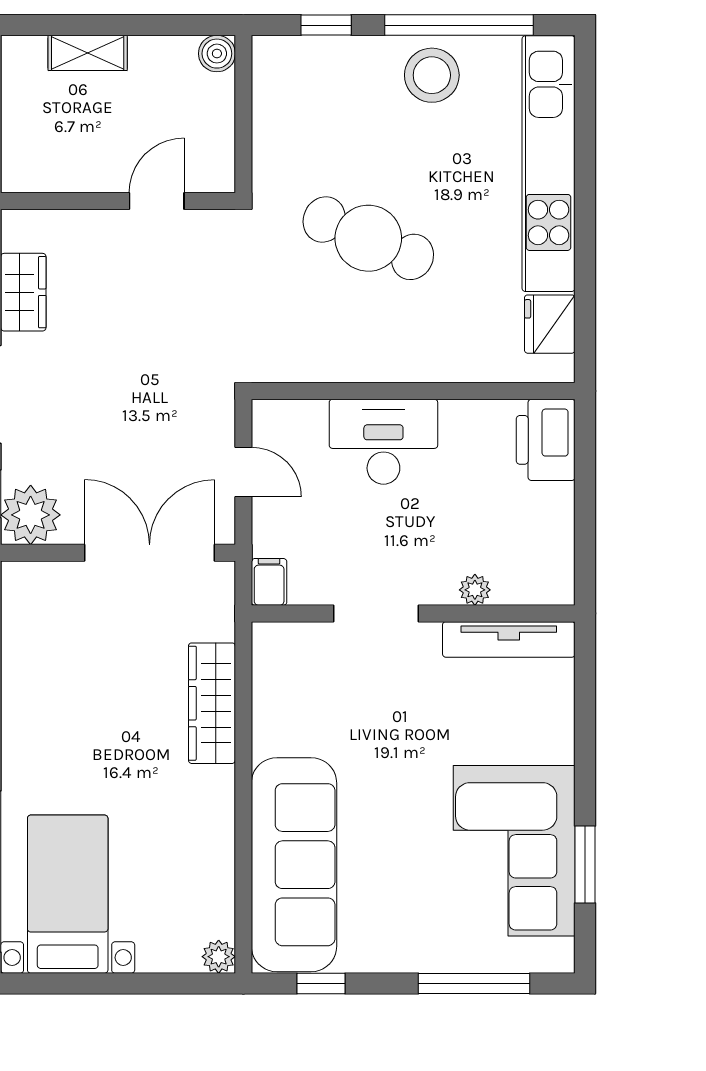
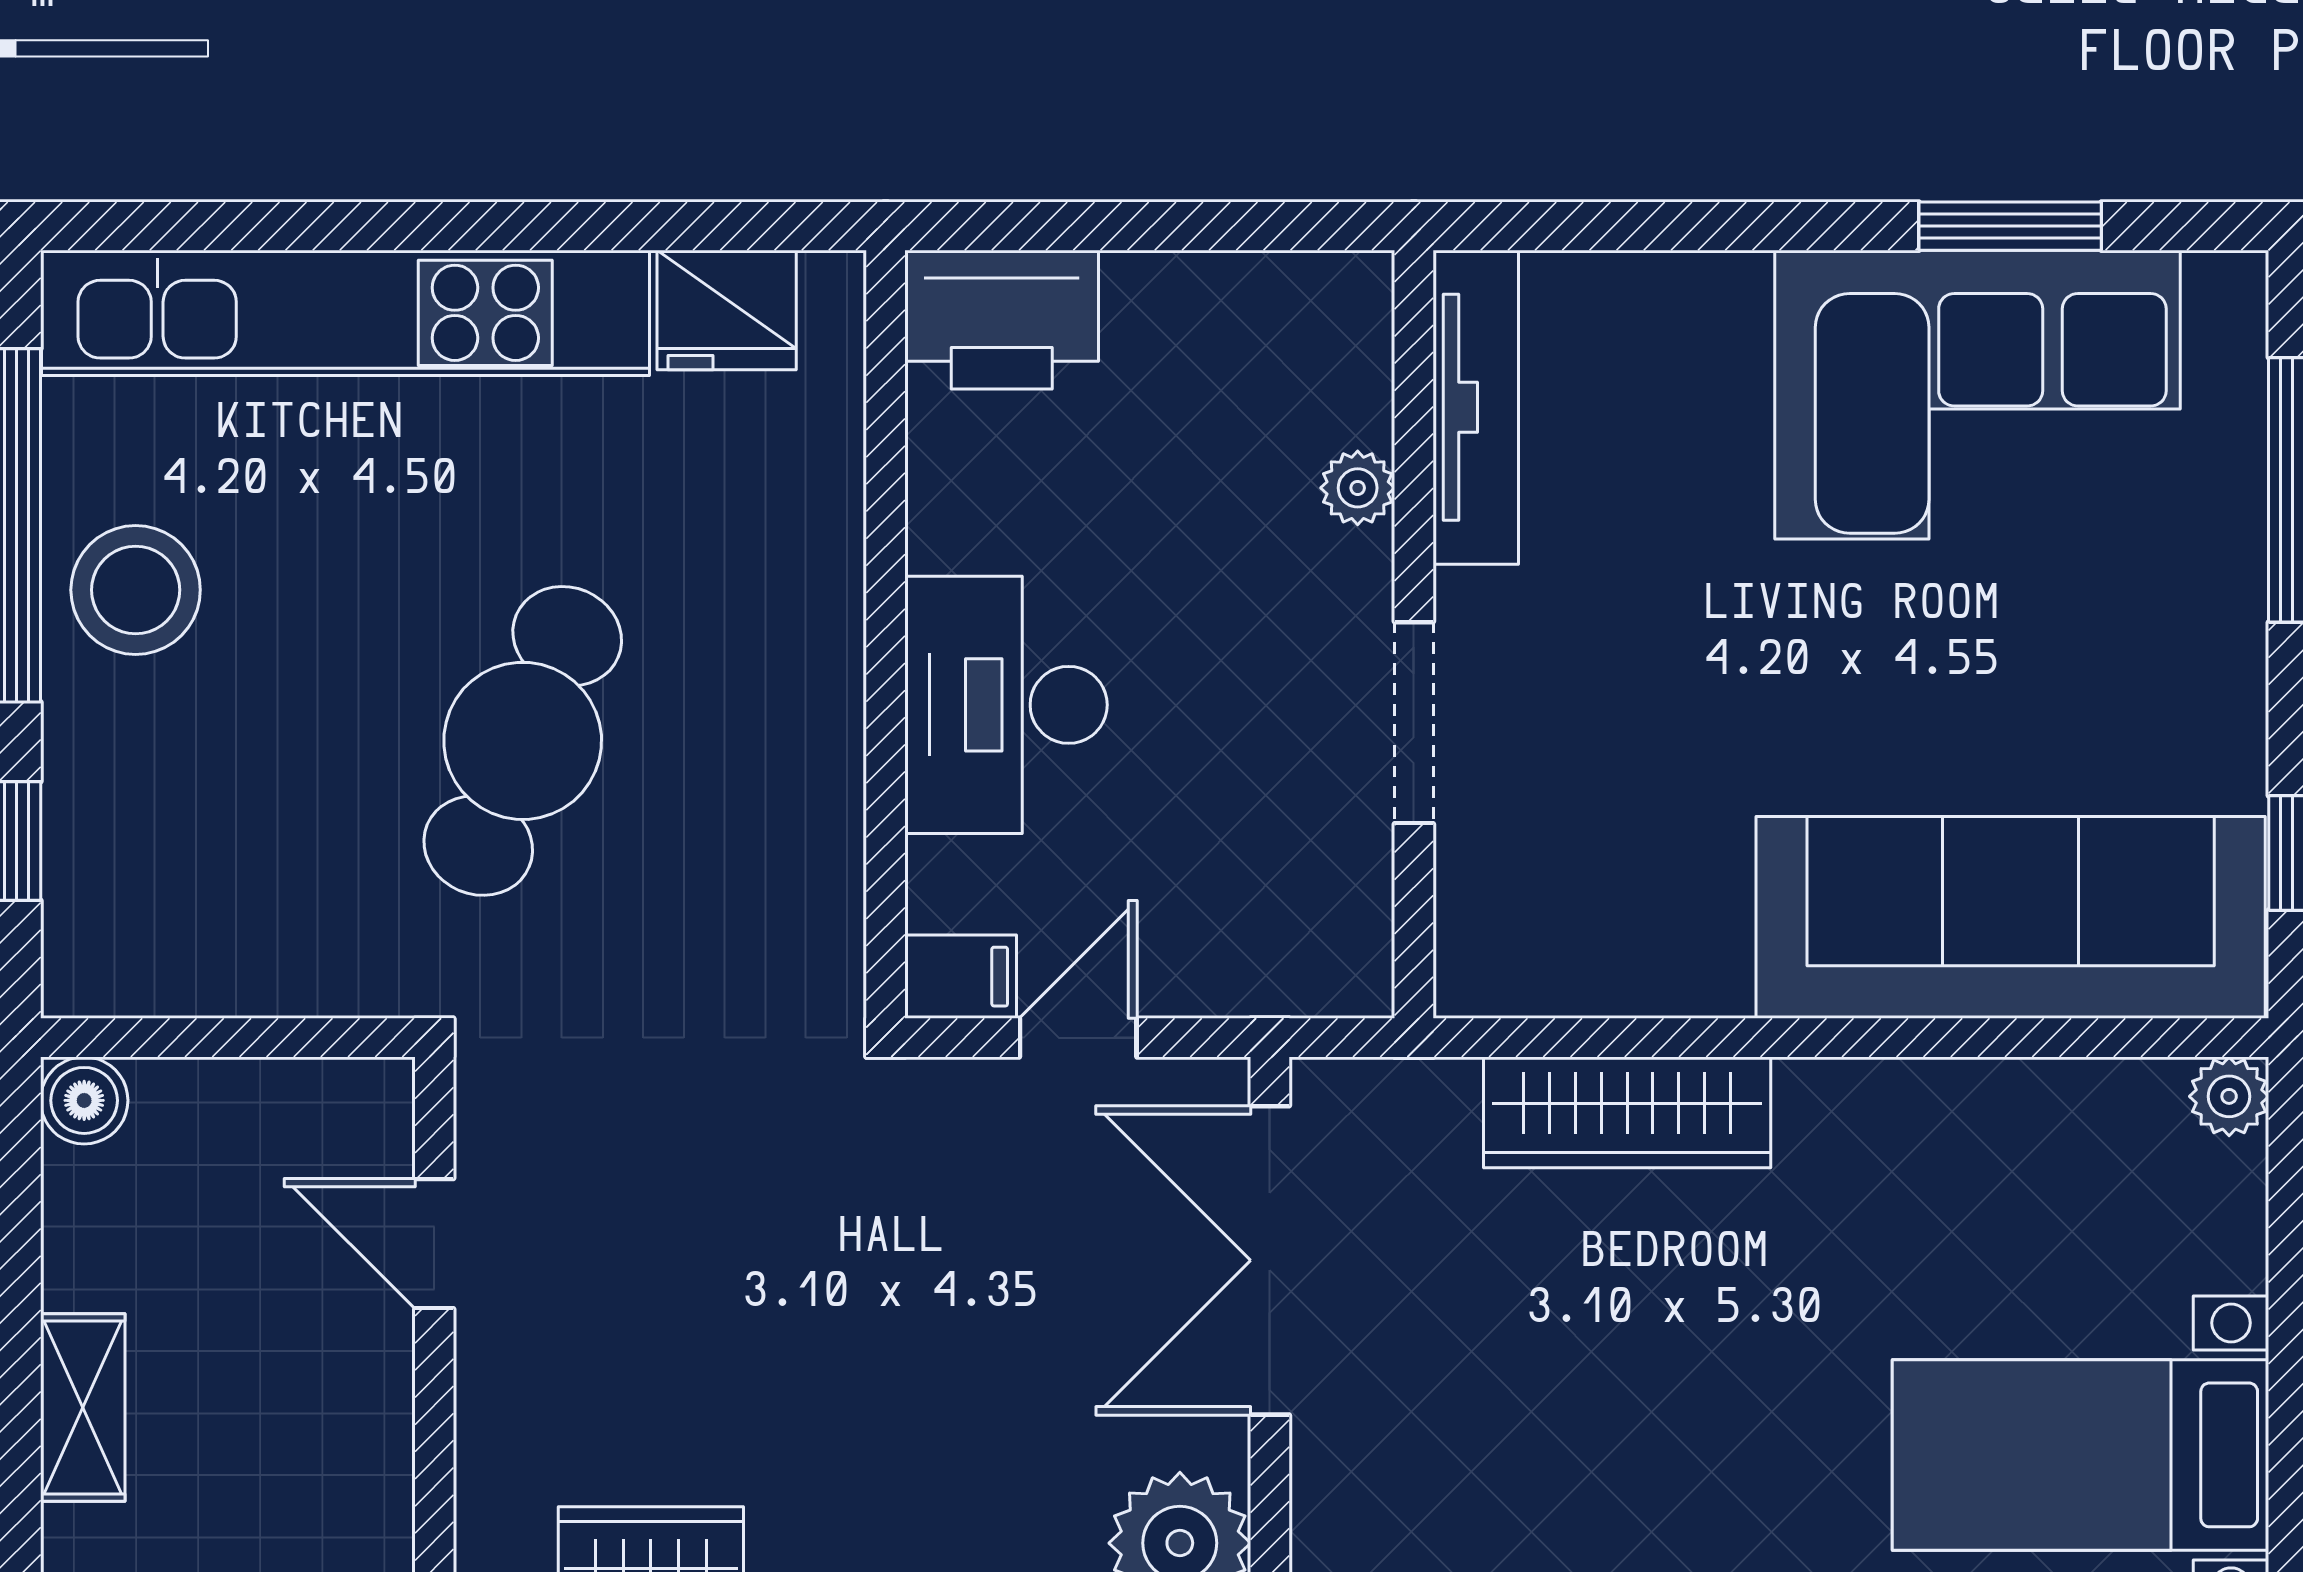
filing cabinet: (269, 582) -> (961, 977), moved, turned 180

